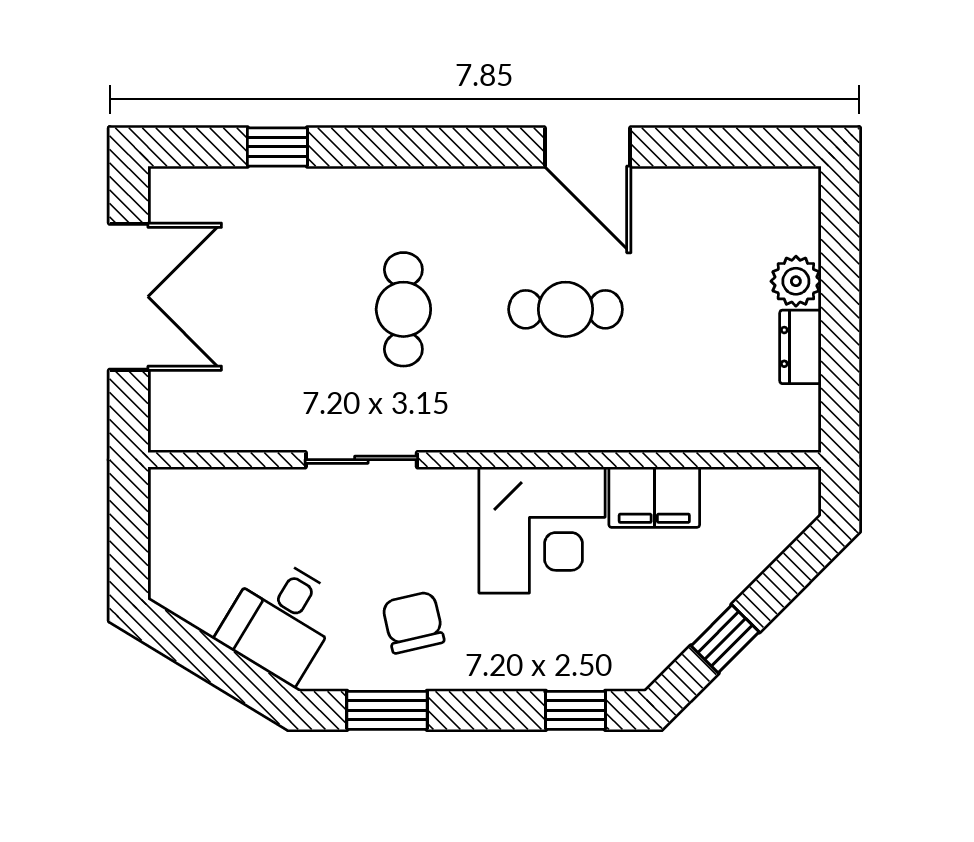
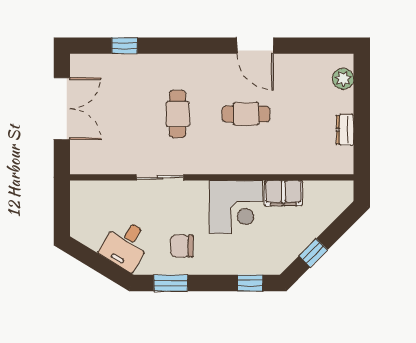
plant: (796, 281) -> (343, 79), moved
chair: (413, 622) -> (182, 246), turned -77

